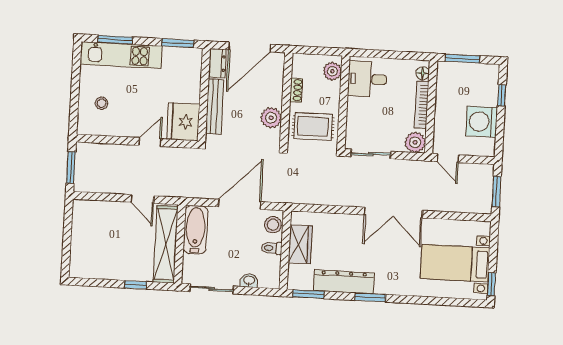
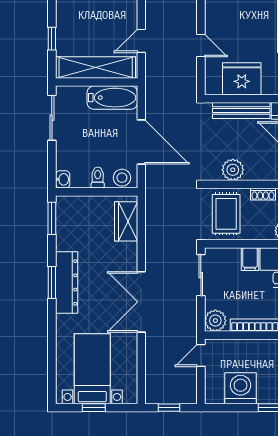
filing cabinet: (358, 106) -> (250, 259), added
fridge: (183, 122) -> (242, 79), moved
window: (496, 191) -> (169, 408), width x0.67
wardrobe: (300, 244) -> (126, 221), moved, turned 90
washbasin: (249, 281) -> (63, 179), moved
dresser: (344, 282) -> (67, 282), moved
window: (491, 284) -> (94, 408), moved

